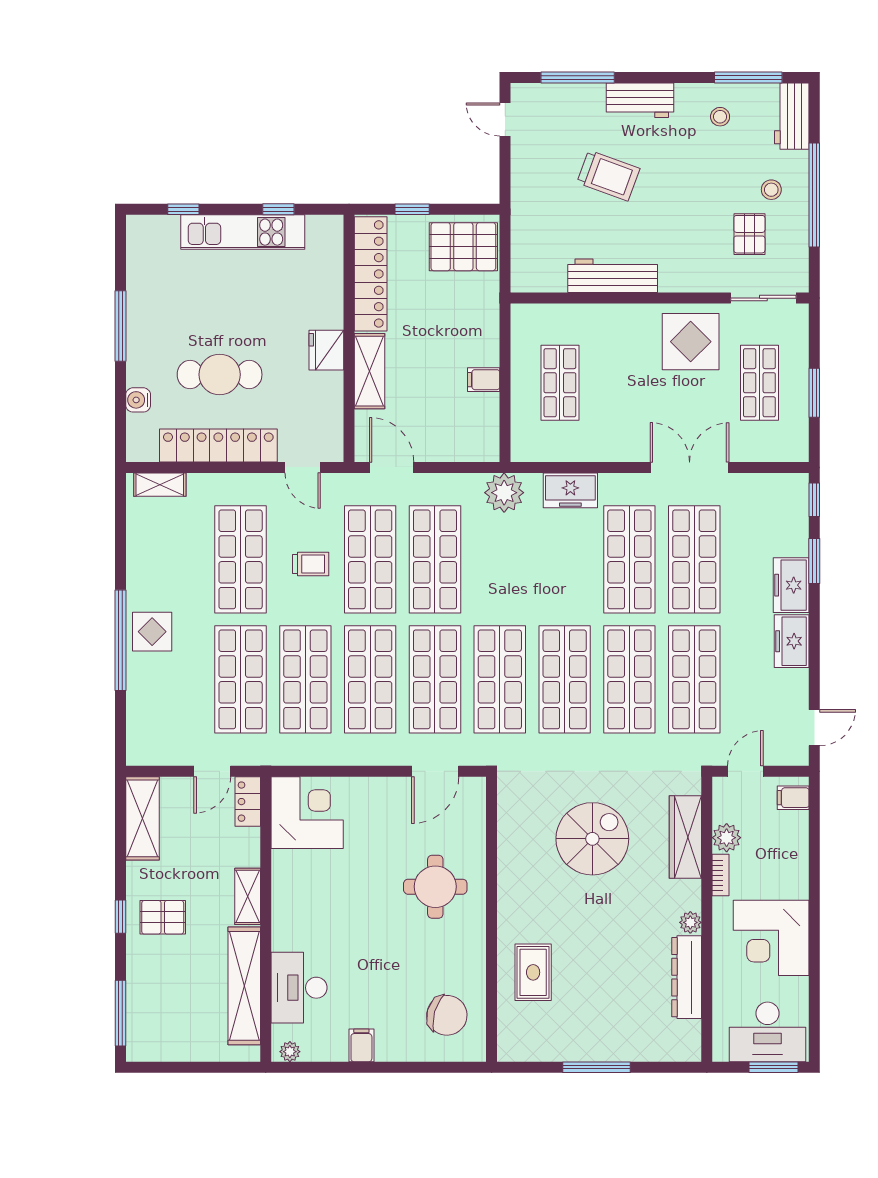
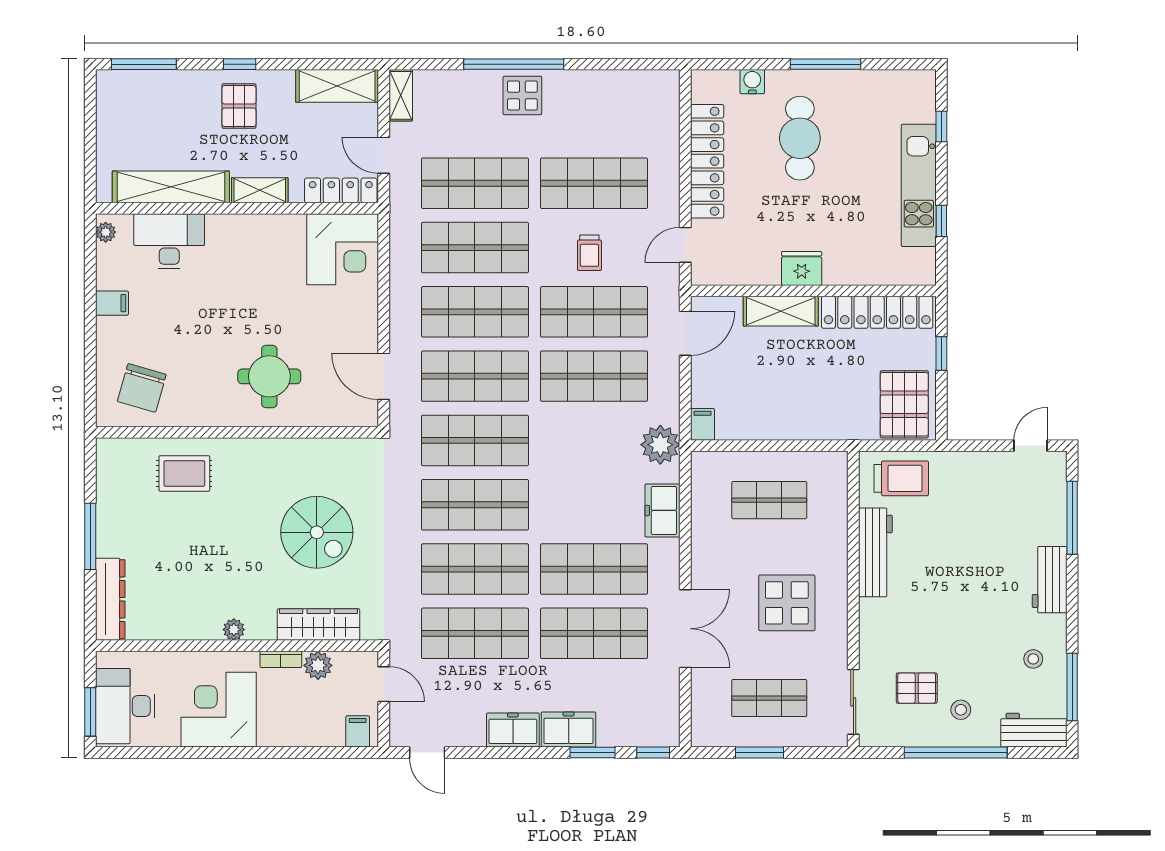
trolley: (608, 176) -> (901, 478), moved, turned -110
display table: (691, 342) -> (787, 603), moved
cafe table: (220, 375) -> (800, 138), moved
filing cabinet: (484, 380) -> (703, 424), moved
shelving: (160, 485) -> (401, 95), moved
locker: (248, 802) -> (341, 190), width x1.53
dresser: (687, 977) -> (110, 599), moved, turned 90

